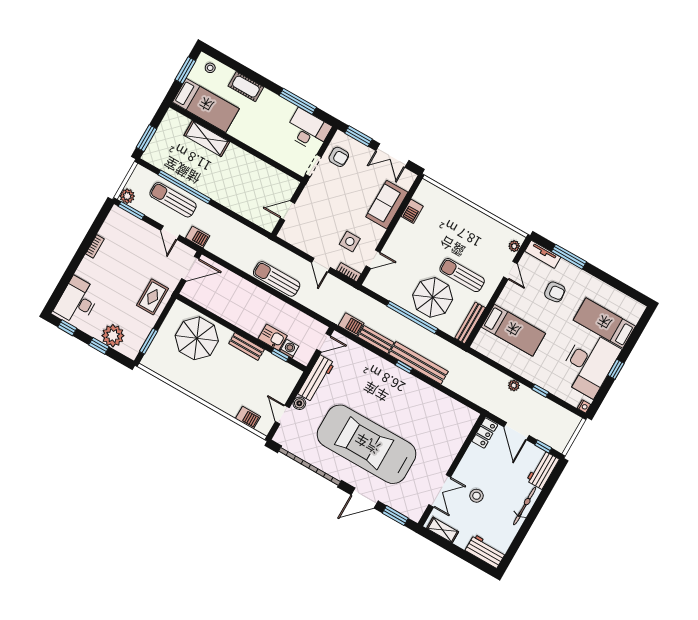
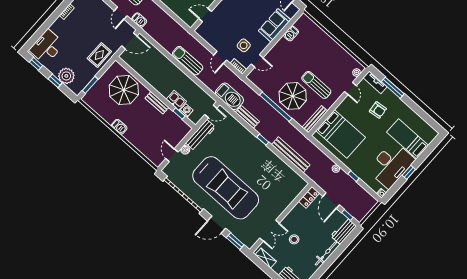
barbecue: (351, 324) -> (229, 96), width x1.88, depth x1.53
bed: (513, 330) -> (341, 134), width x1.50
bench: (418, 363) -> (291, 155), moved
barbecue: (248, 418) -> (119, 127), moved
car: (367, 444) -> (226, 188), turned 180

